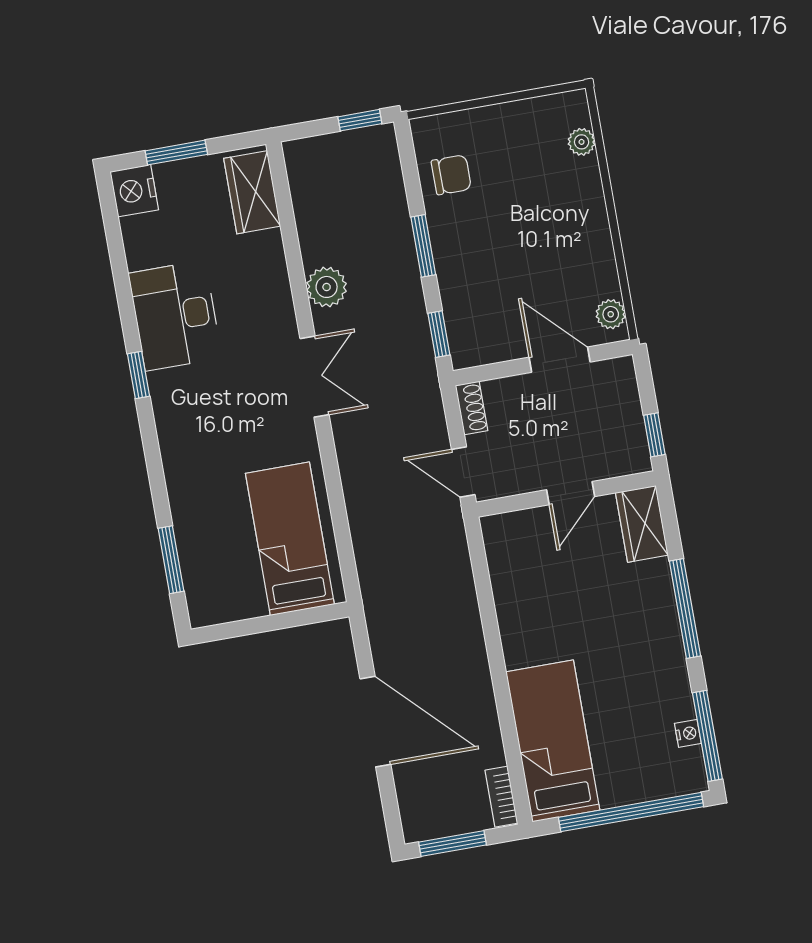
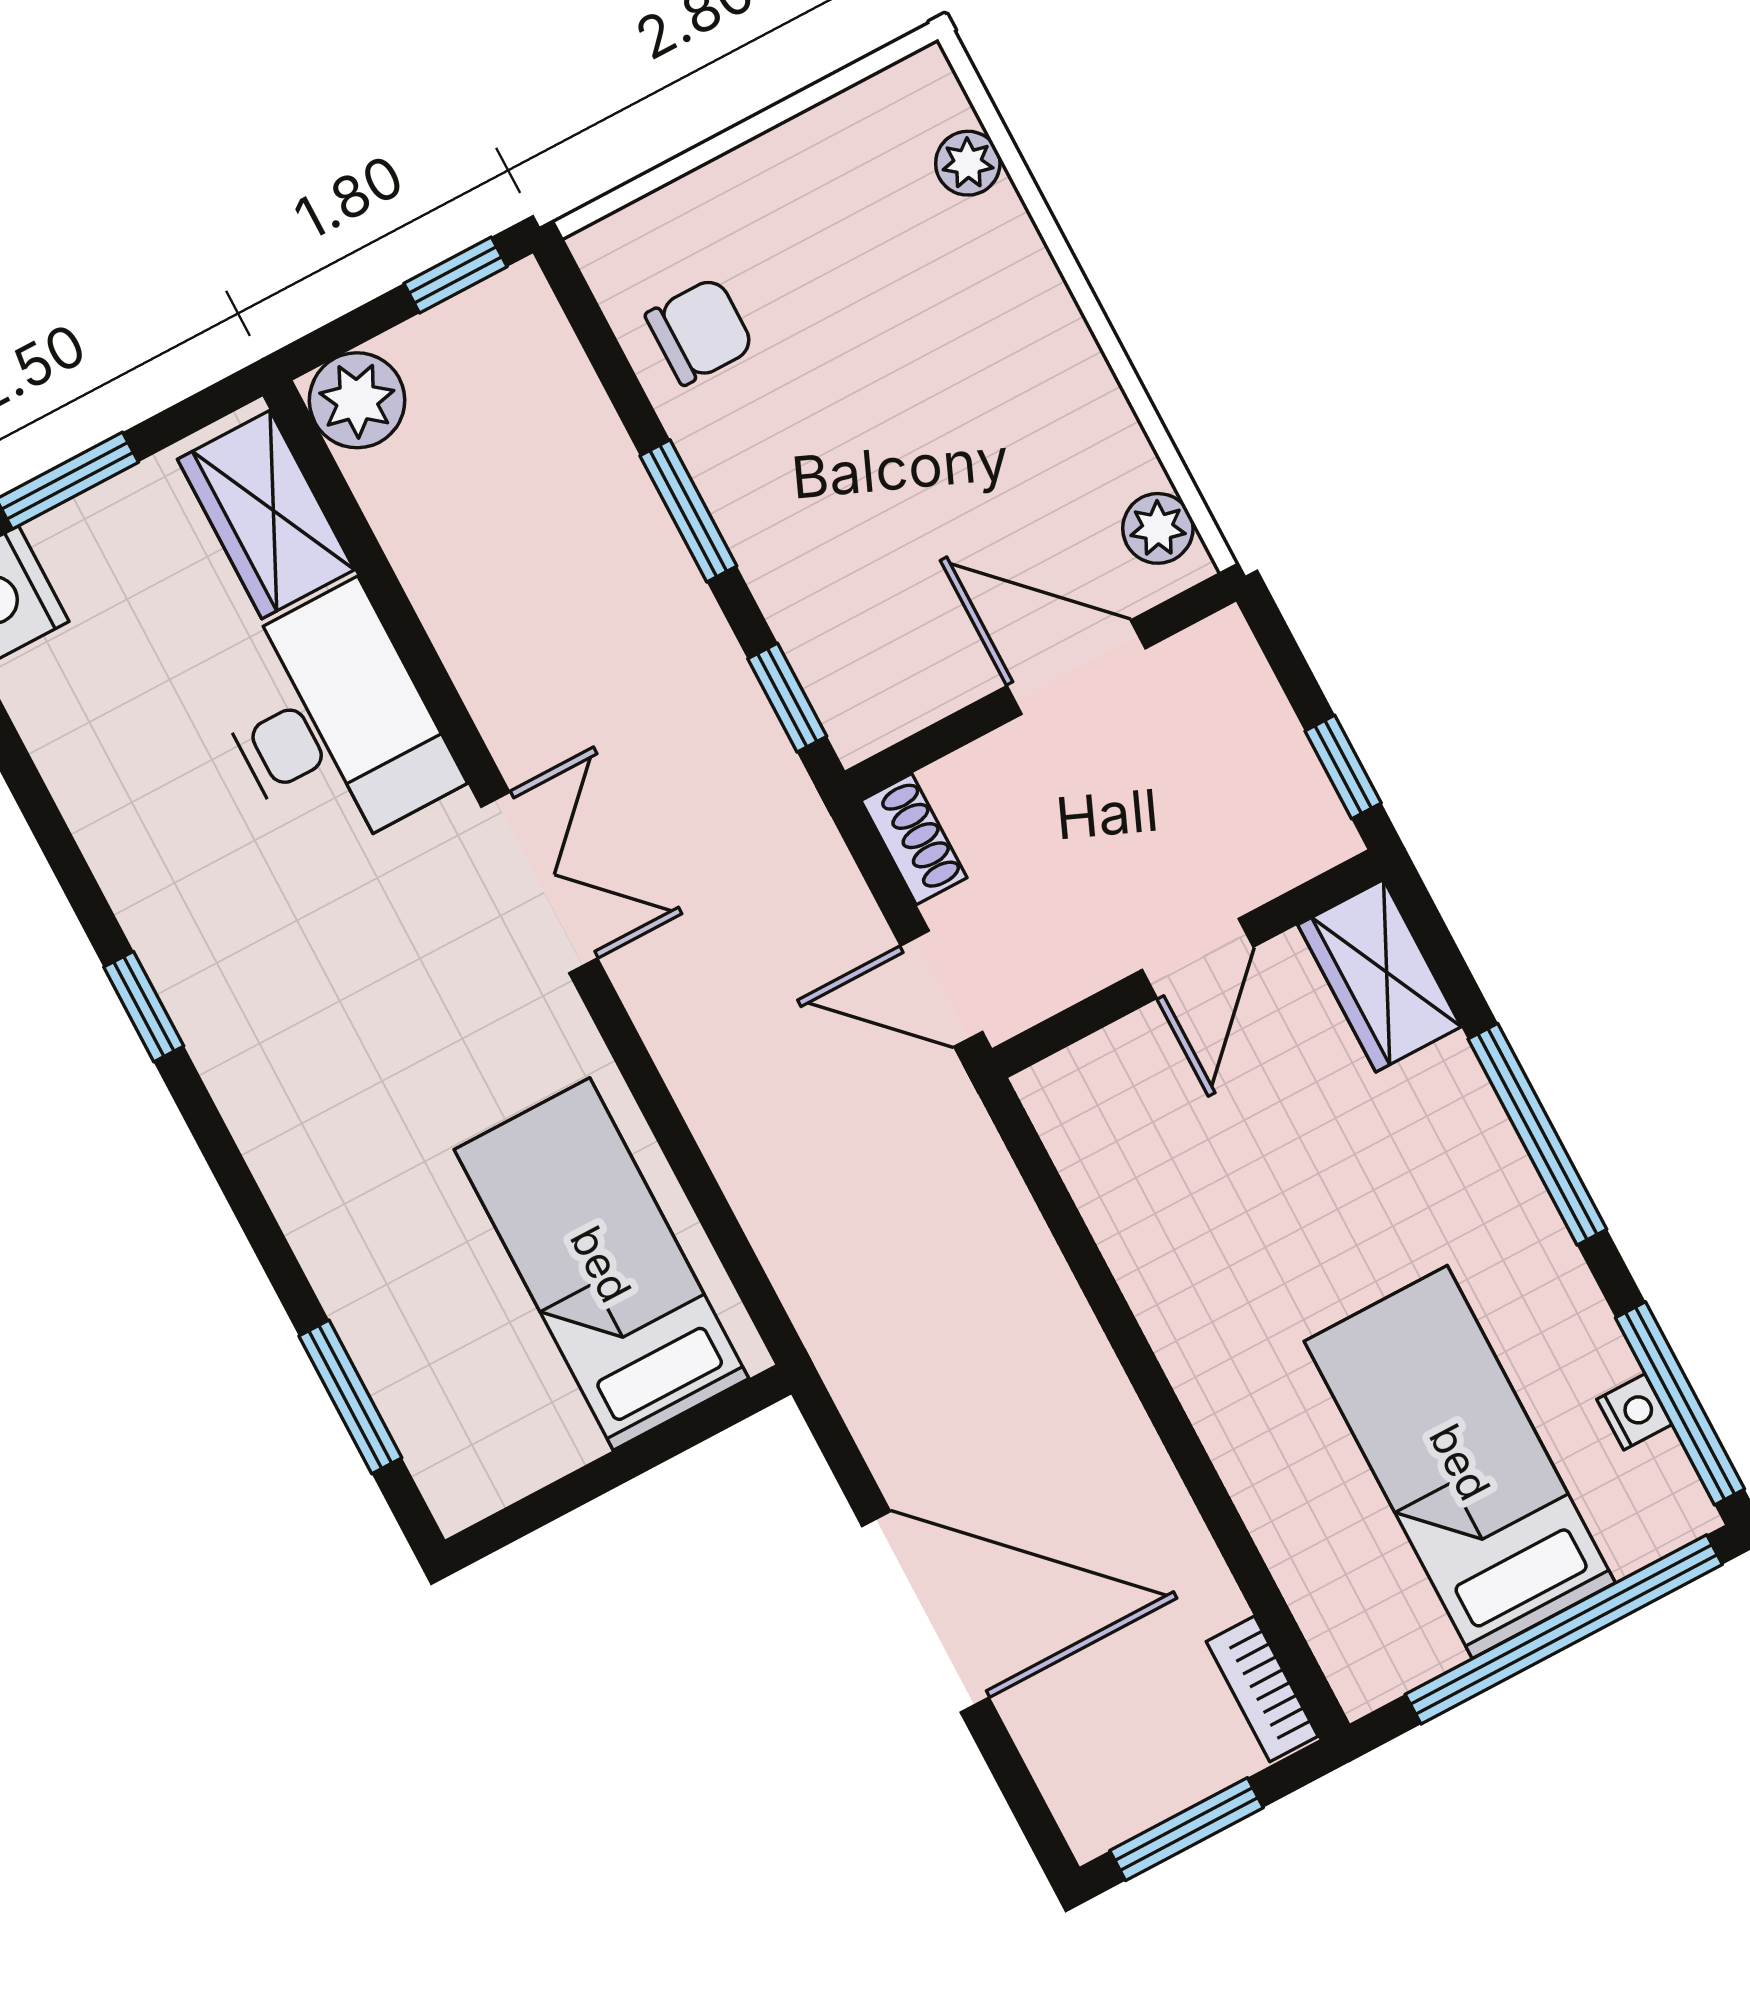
plant: (327, 287) -> (357, 400), moved
desk: (175, 316) -> (331, 723), moved, turned 180
bed: (553, 741) -> (1460, 1462), moved

